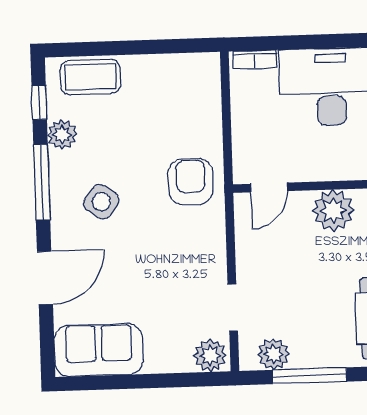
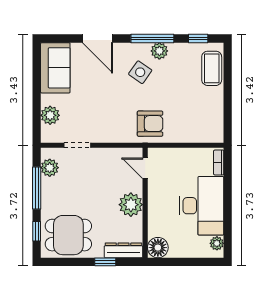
plant: (62, 135) -> (159, 51), moved
plant: (210, 356) -> (50, 115), moved

